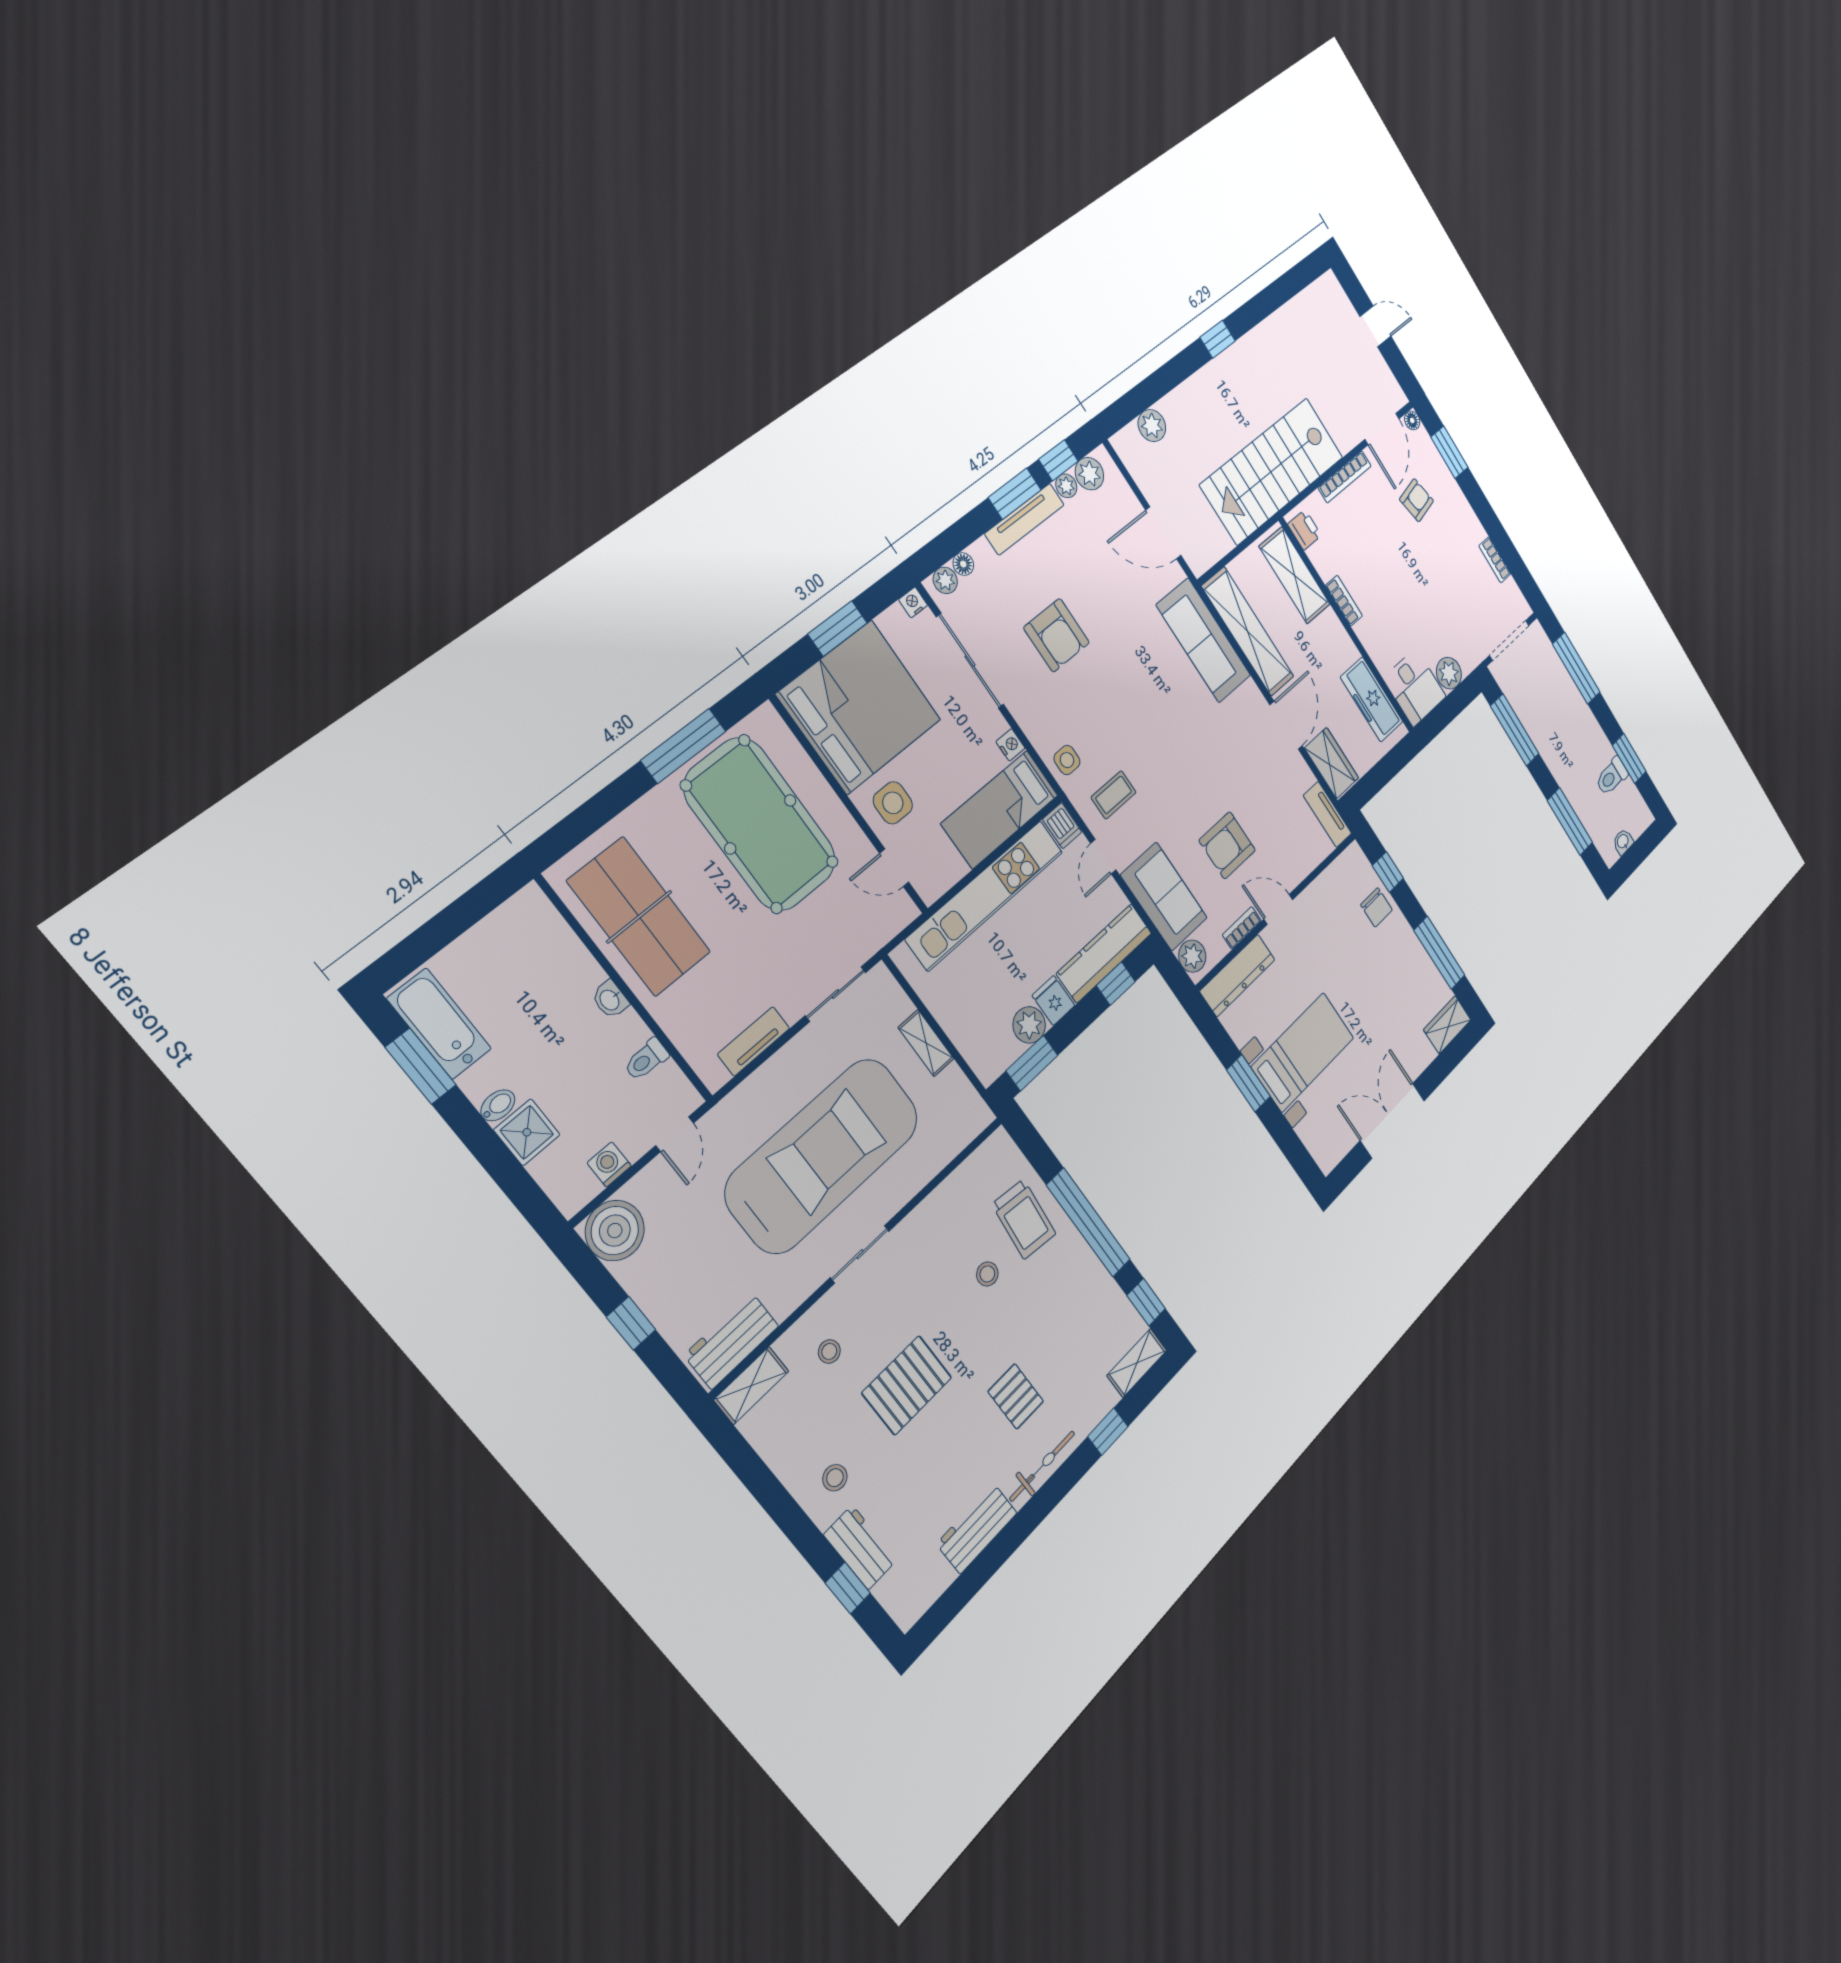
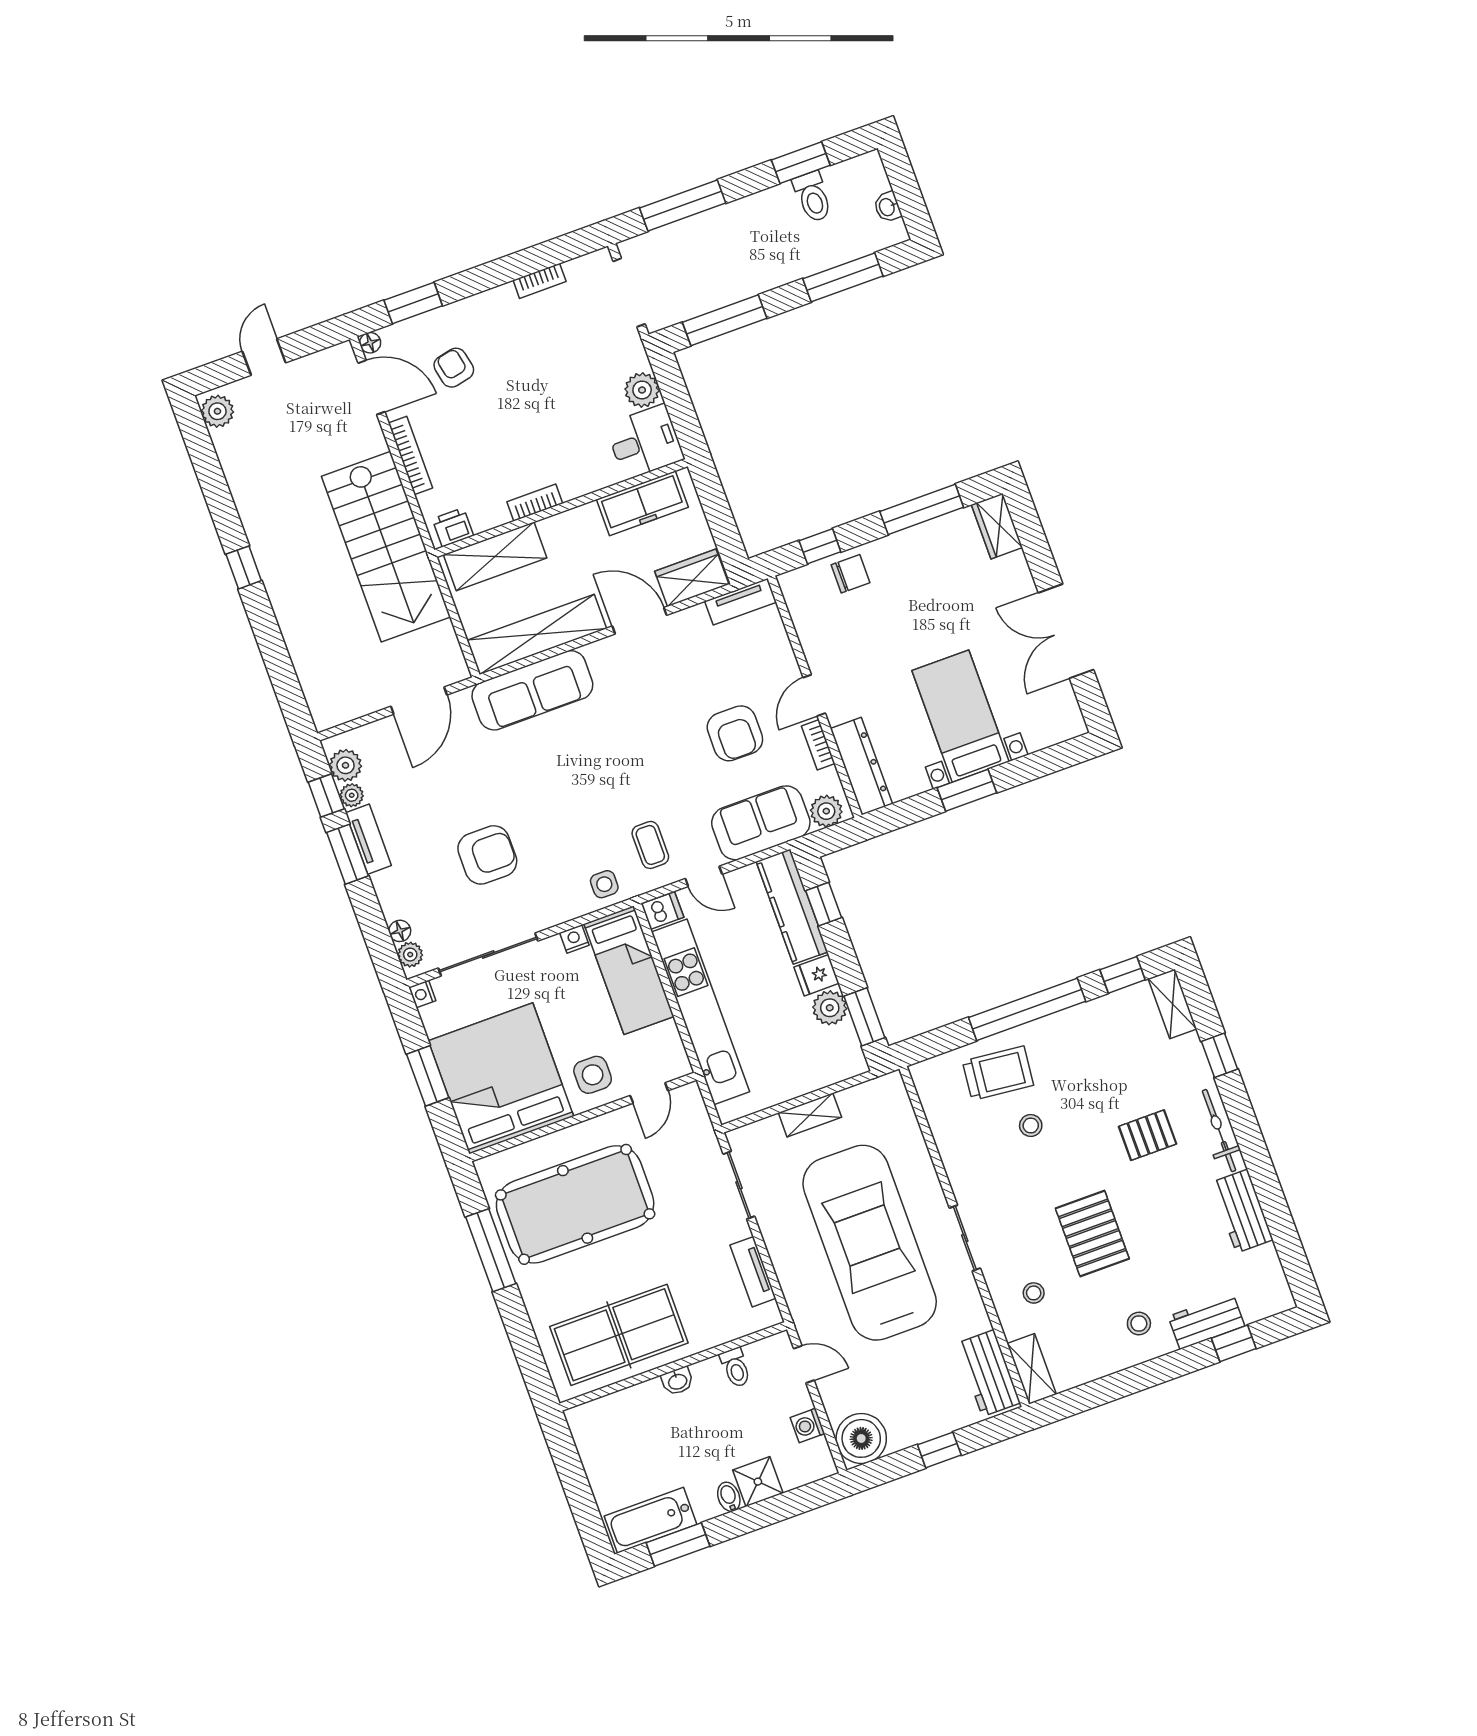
plant: (1152, 426) -> (217, 411), moved
tv unit: (1025, 519) -> (368, 839), width x0.71

